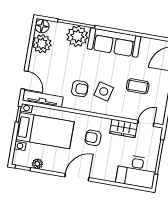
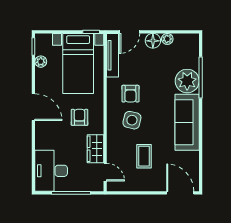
floor lamp: (42, 26) -> (153, 41), moved
plant: (42, 44) -> (167, 39), width x0.53, depth x0.53

